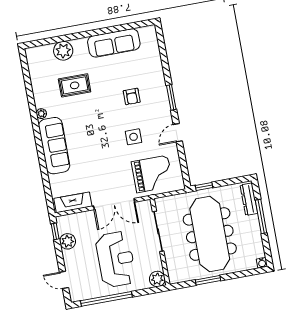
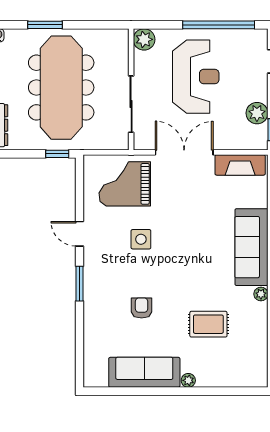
plant: (63, 51) -> (188, 380), moved, width x0.53, depth x0.53
armchair: (132, 96) -> (142, 308), moved
door: (178, 133) -> (80, 234), swing flipped
reception desk: (116, 259) -> (196, 77), turned 180
window: (208, 280) -> (45, 25), moved

